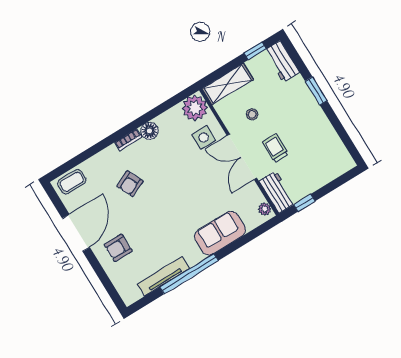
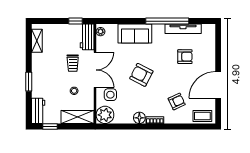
shelving: (337, 148) -> (37, 41), added
armchair: (130, 184) -> (177, 102), moved
armchair: (180, 186) -> (141, 75), added
armchair: (118, 248) -> (185, 57), moved

